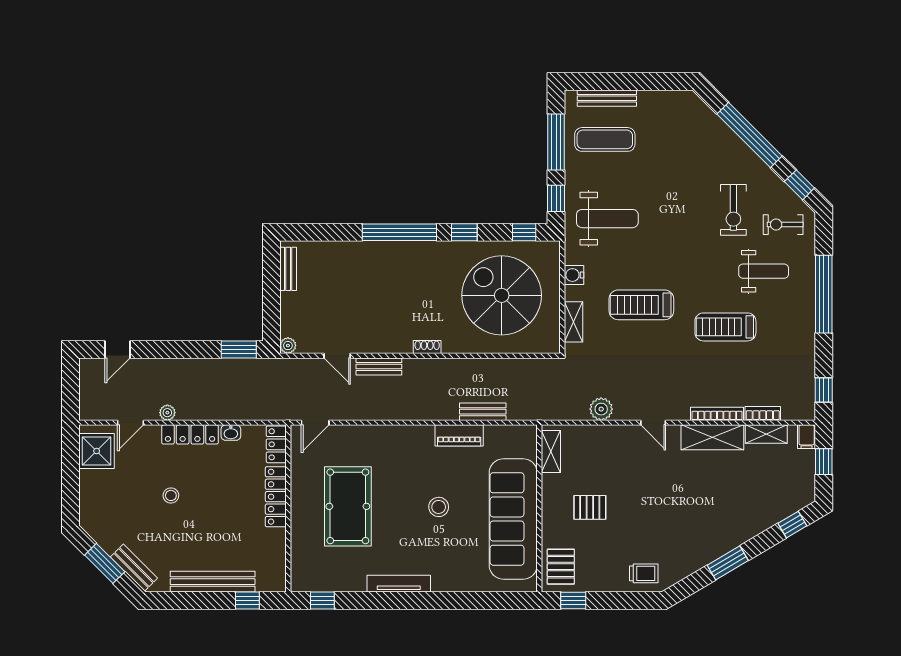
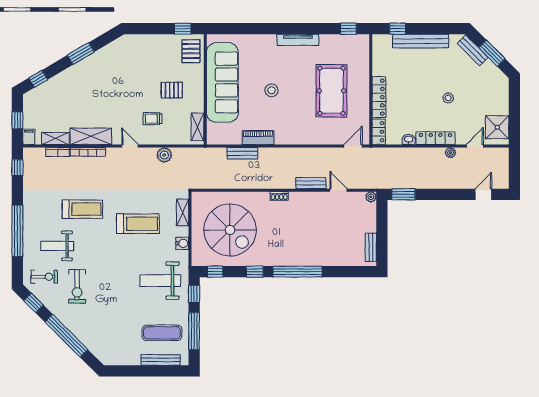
exercise bike: (733, 210) -> (77, 286), turned 180
trolley: (644, 573) -> (153, 119), moved

